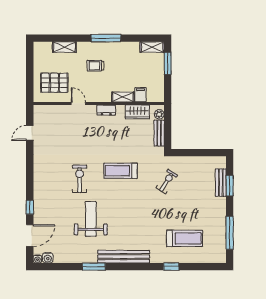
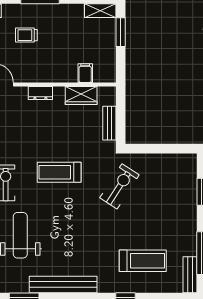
shelving: (123, 97) -> (62, 76), removed
plant: (159, 114) -> (110, 99), removed
exercise bike: (167, 181) -> (119, 186), width x1.38, depth x1.39
bench: (221, 183) -> (190, 275), moved

